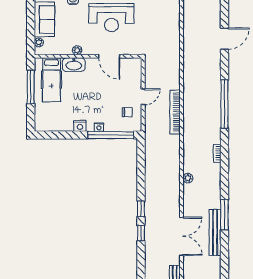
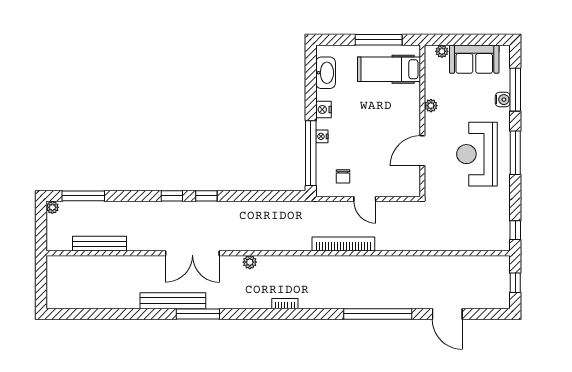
washbasin: (74, 65) -> (326, 73), moved, turned 180
window: (224, 104) -> (378, 314), moved
double door: (182, 236) -> (192, 253), moved

